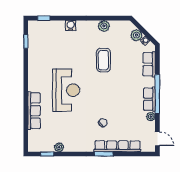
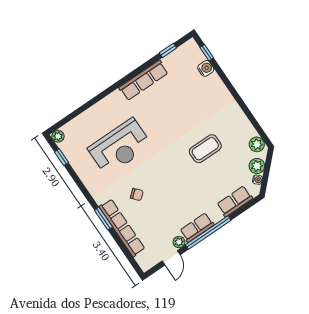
water cooler: (71, 25) -> (206, 68), moved
plant: (104, 26) -> (257, 144), moved
reception desk: (66, 90) -> (120, 147), moved
row of seats: (34, 111) -> (144, 80), moved
door: (157, 139) -> (171, 258), moved
plant: (59, 147) -> (58, 136), moved

